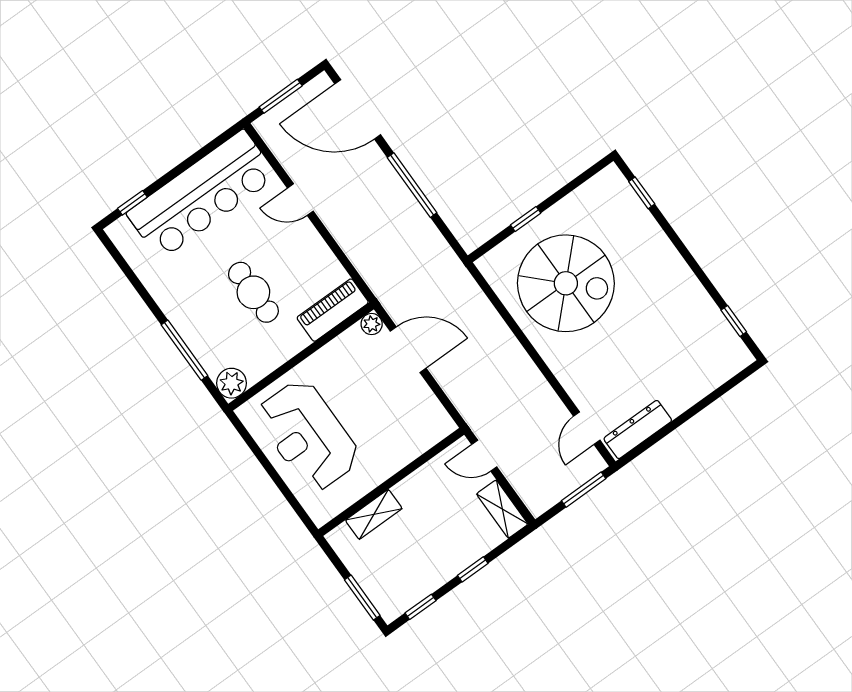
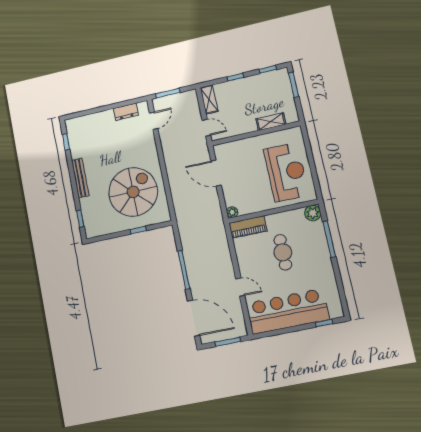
bench: (676, 266) -> (80, 178), added
spiral stairs: (566, 283) -> (133, 192), turned 90
door: (408, 350) -> (216, 173), moved
dresser: (638, 430) -> (126, 112), width x0.70

